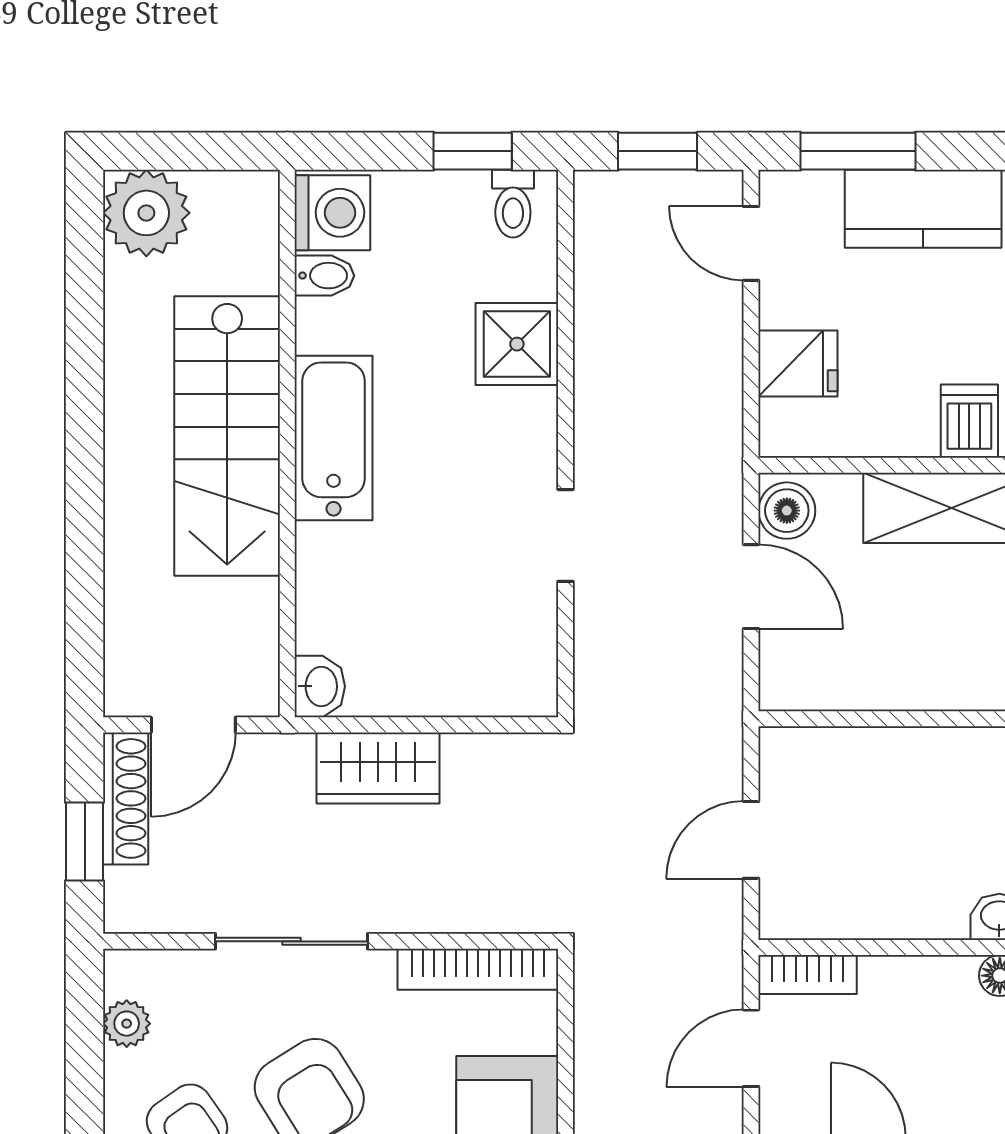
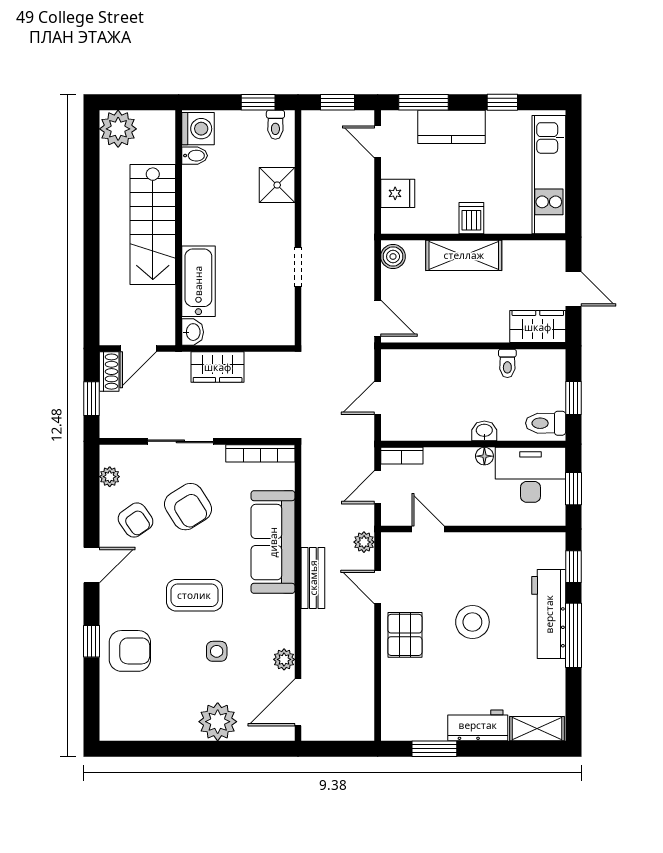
bathtub: (334, 438) -> (198, 281), moved
door: (751, 587) -> (378, 318), moved
shoe rack: (126, 798) -> (109, 372), width x0.70

